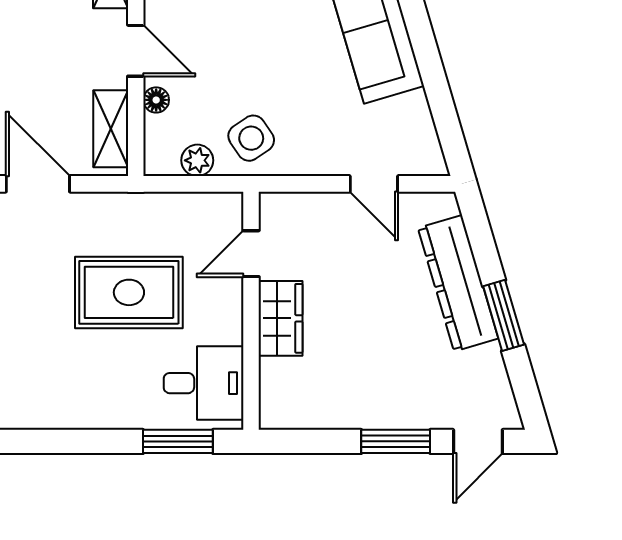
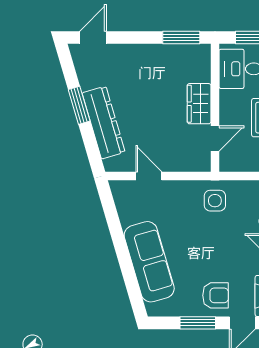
side table: (251, 138) -> (215, 201), turned 34
plant: (197, 160) -> (244, 189), removed
window: (396, 441) -> (181, 37), moved

